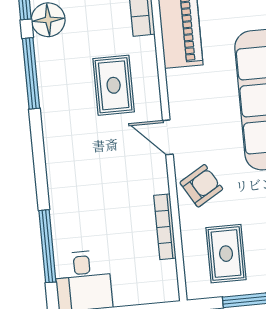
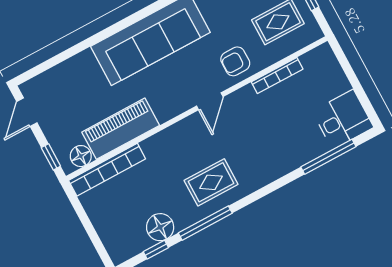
rug: (114, 85) -> (211, 182), moved
armchair: (201, 186) -> (235, 61), turned -59

